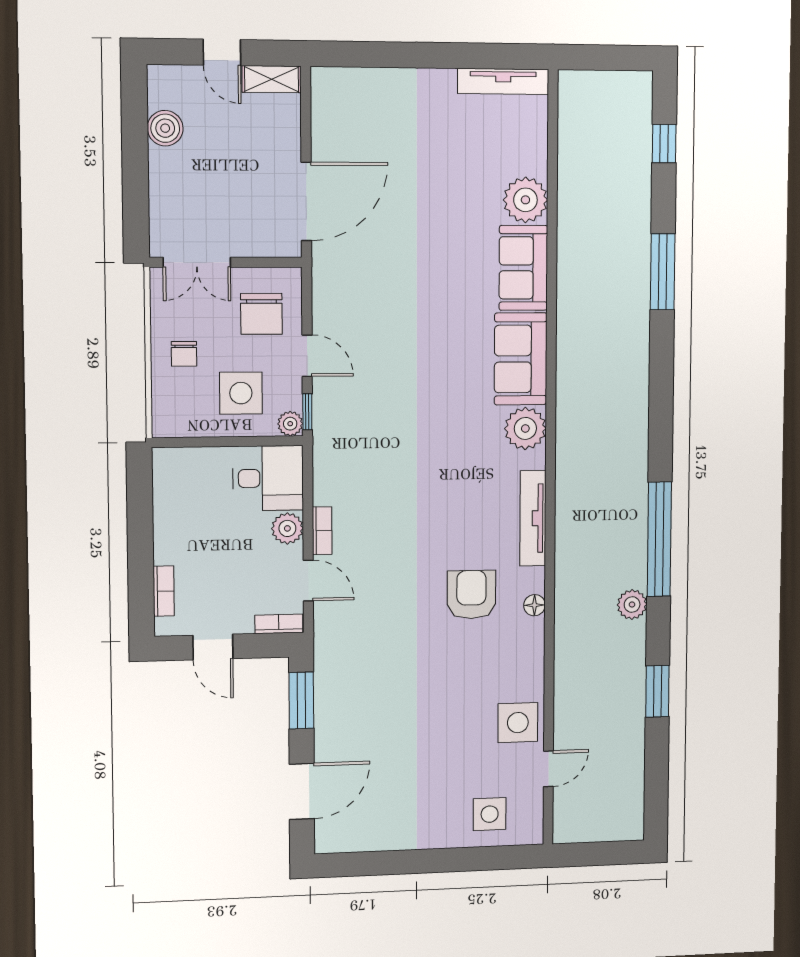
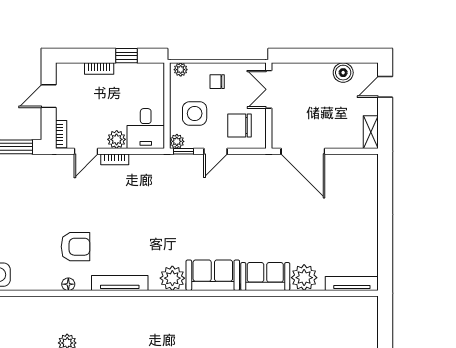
door: (222, 52) -> (385, 87), moved
tv unit: (503, 81) -> (352, 283), moved, turned 90
plant: (163, 419) -> (181, 70), added
window: (140, 514) -> (126, 56), added
bookcase: (164, 591) -> (99, 69), moved

